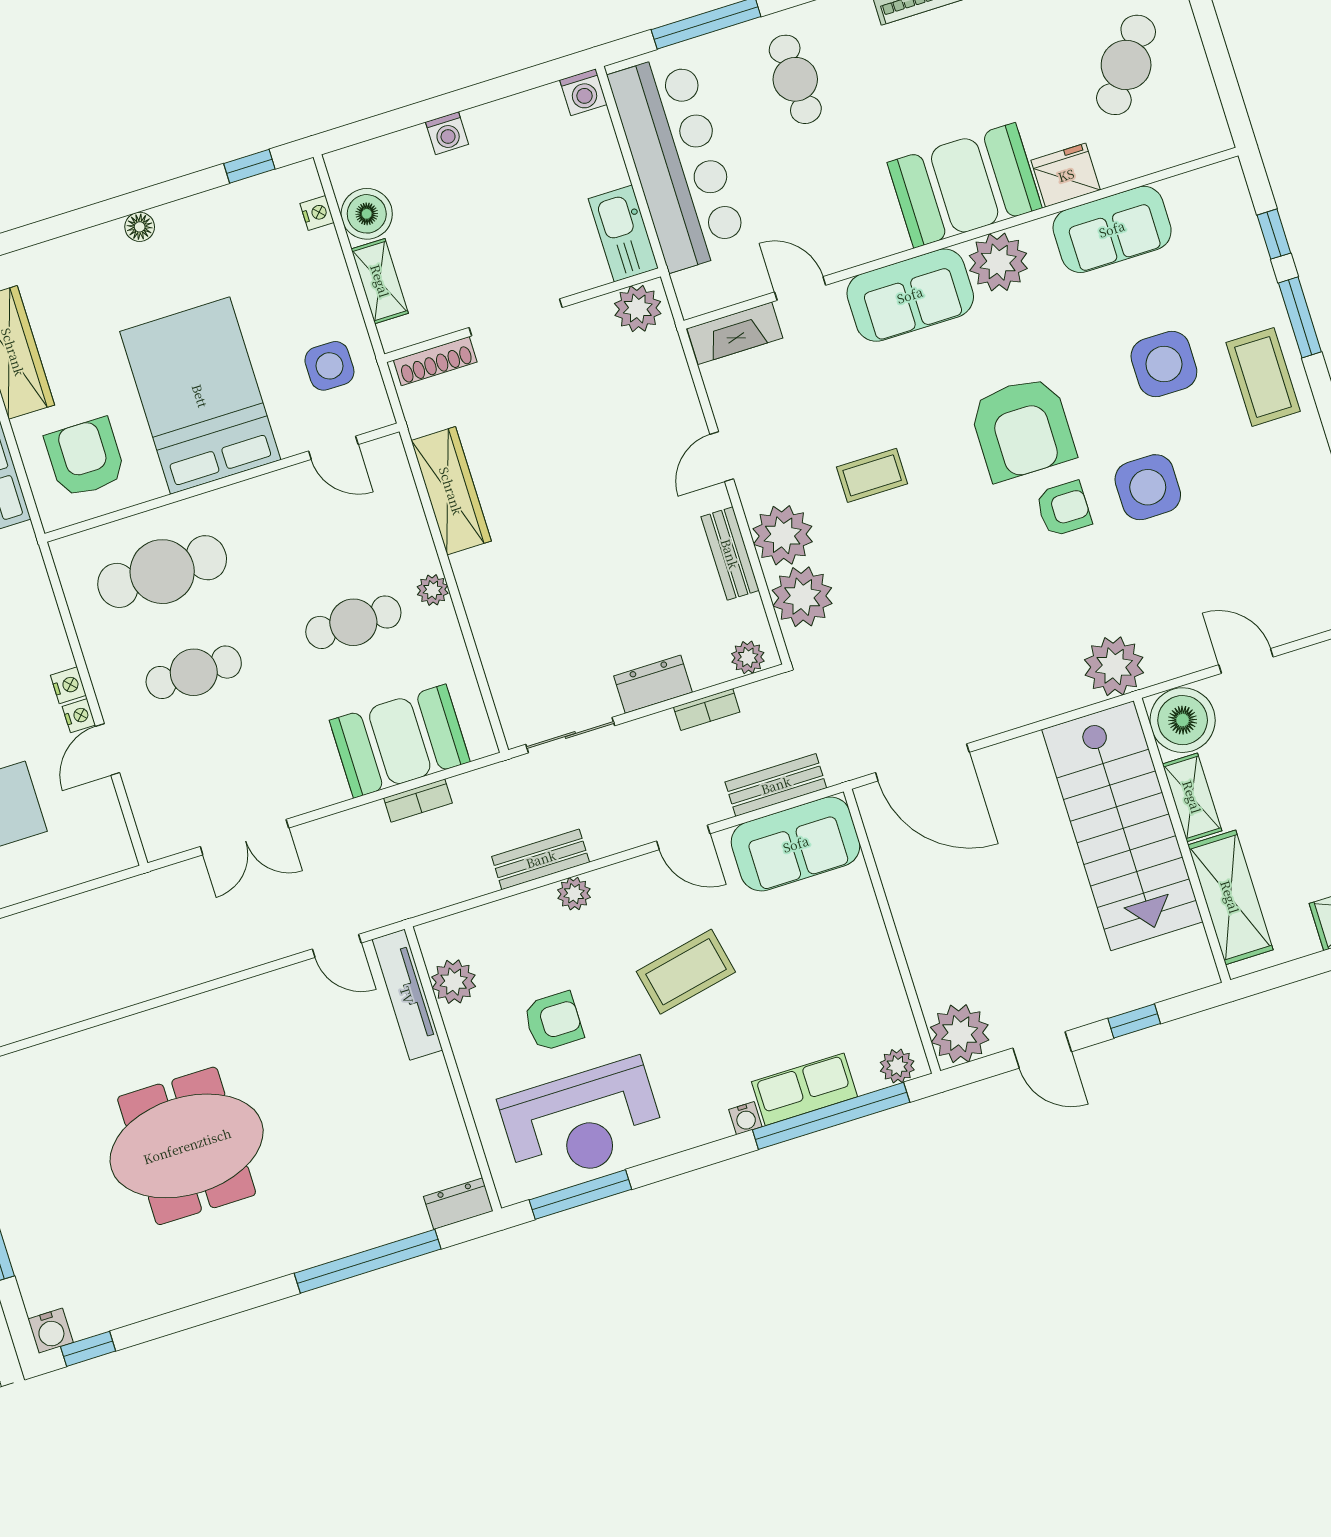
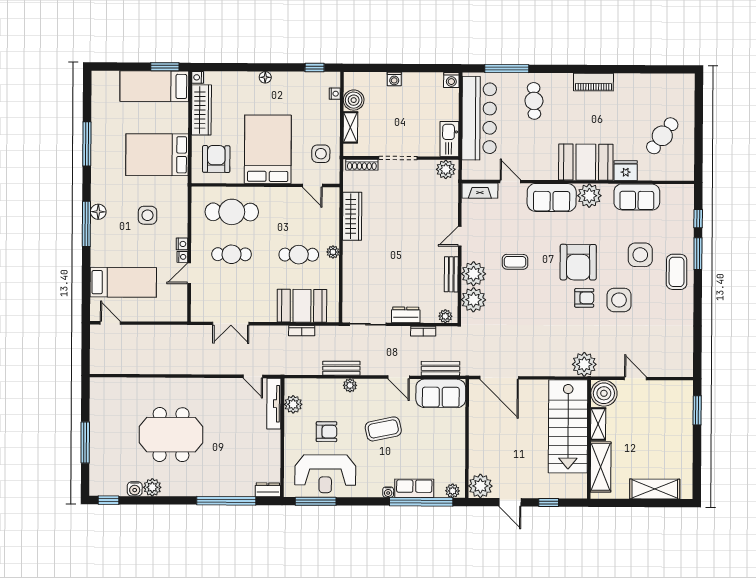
plant: (182, 1285) -> (152, 487), added
water cooler: (51, 1331) -> (135, 489), moved

